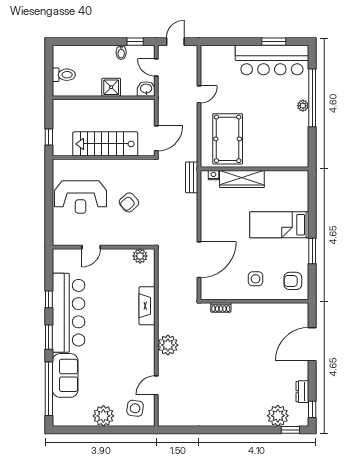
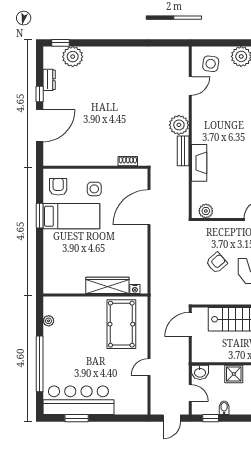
plant: (303, 106) -> (49, 321), moved
bench: (192, 177) -> (183, 151), moved
bed: (279, 225) -> (71, 216), moved
armchair: (293, 281) -> (58, 187), turned -90
window: (312, 409) -> (40, 94), moved

